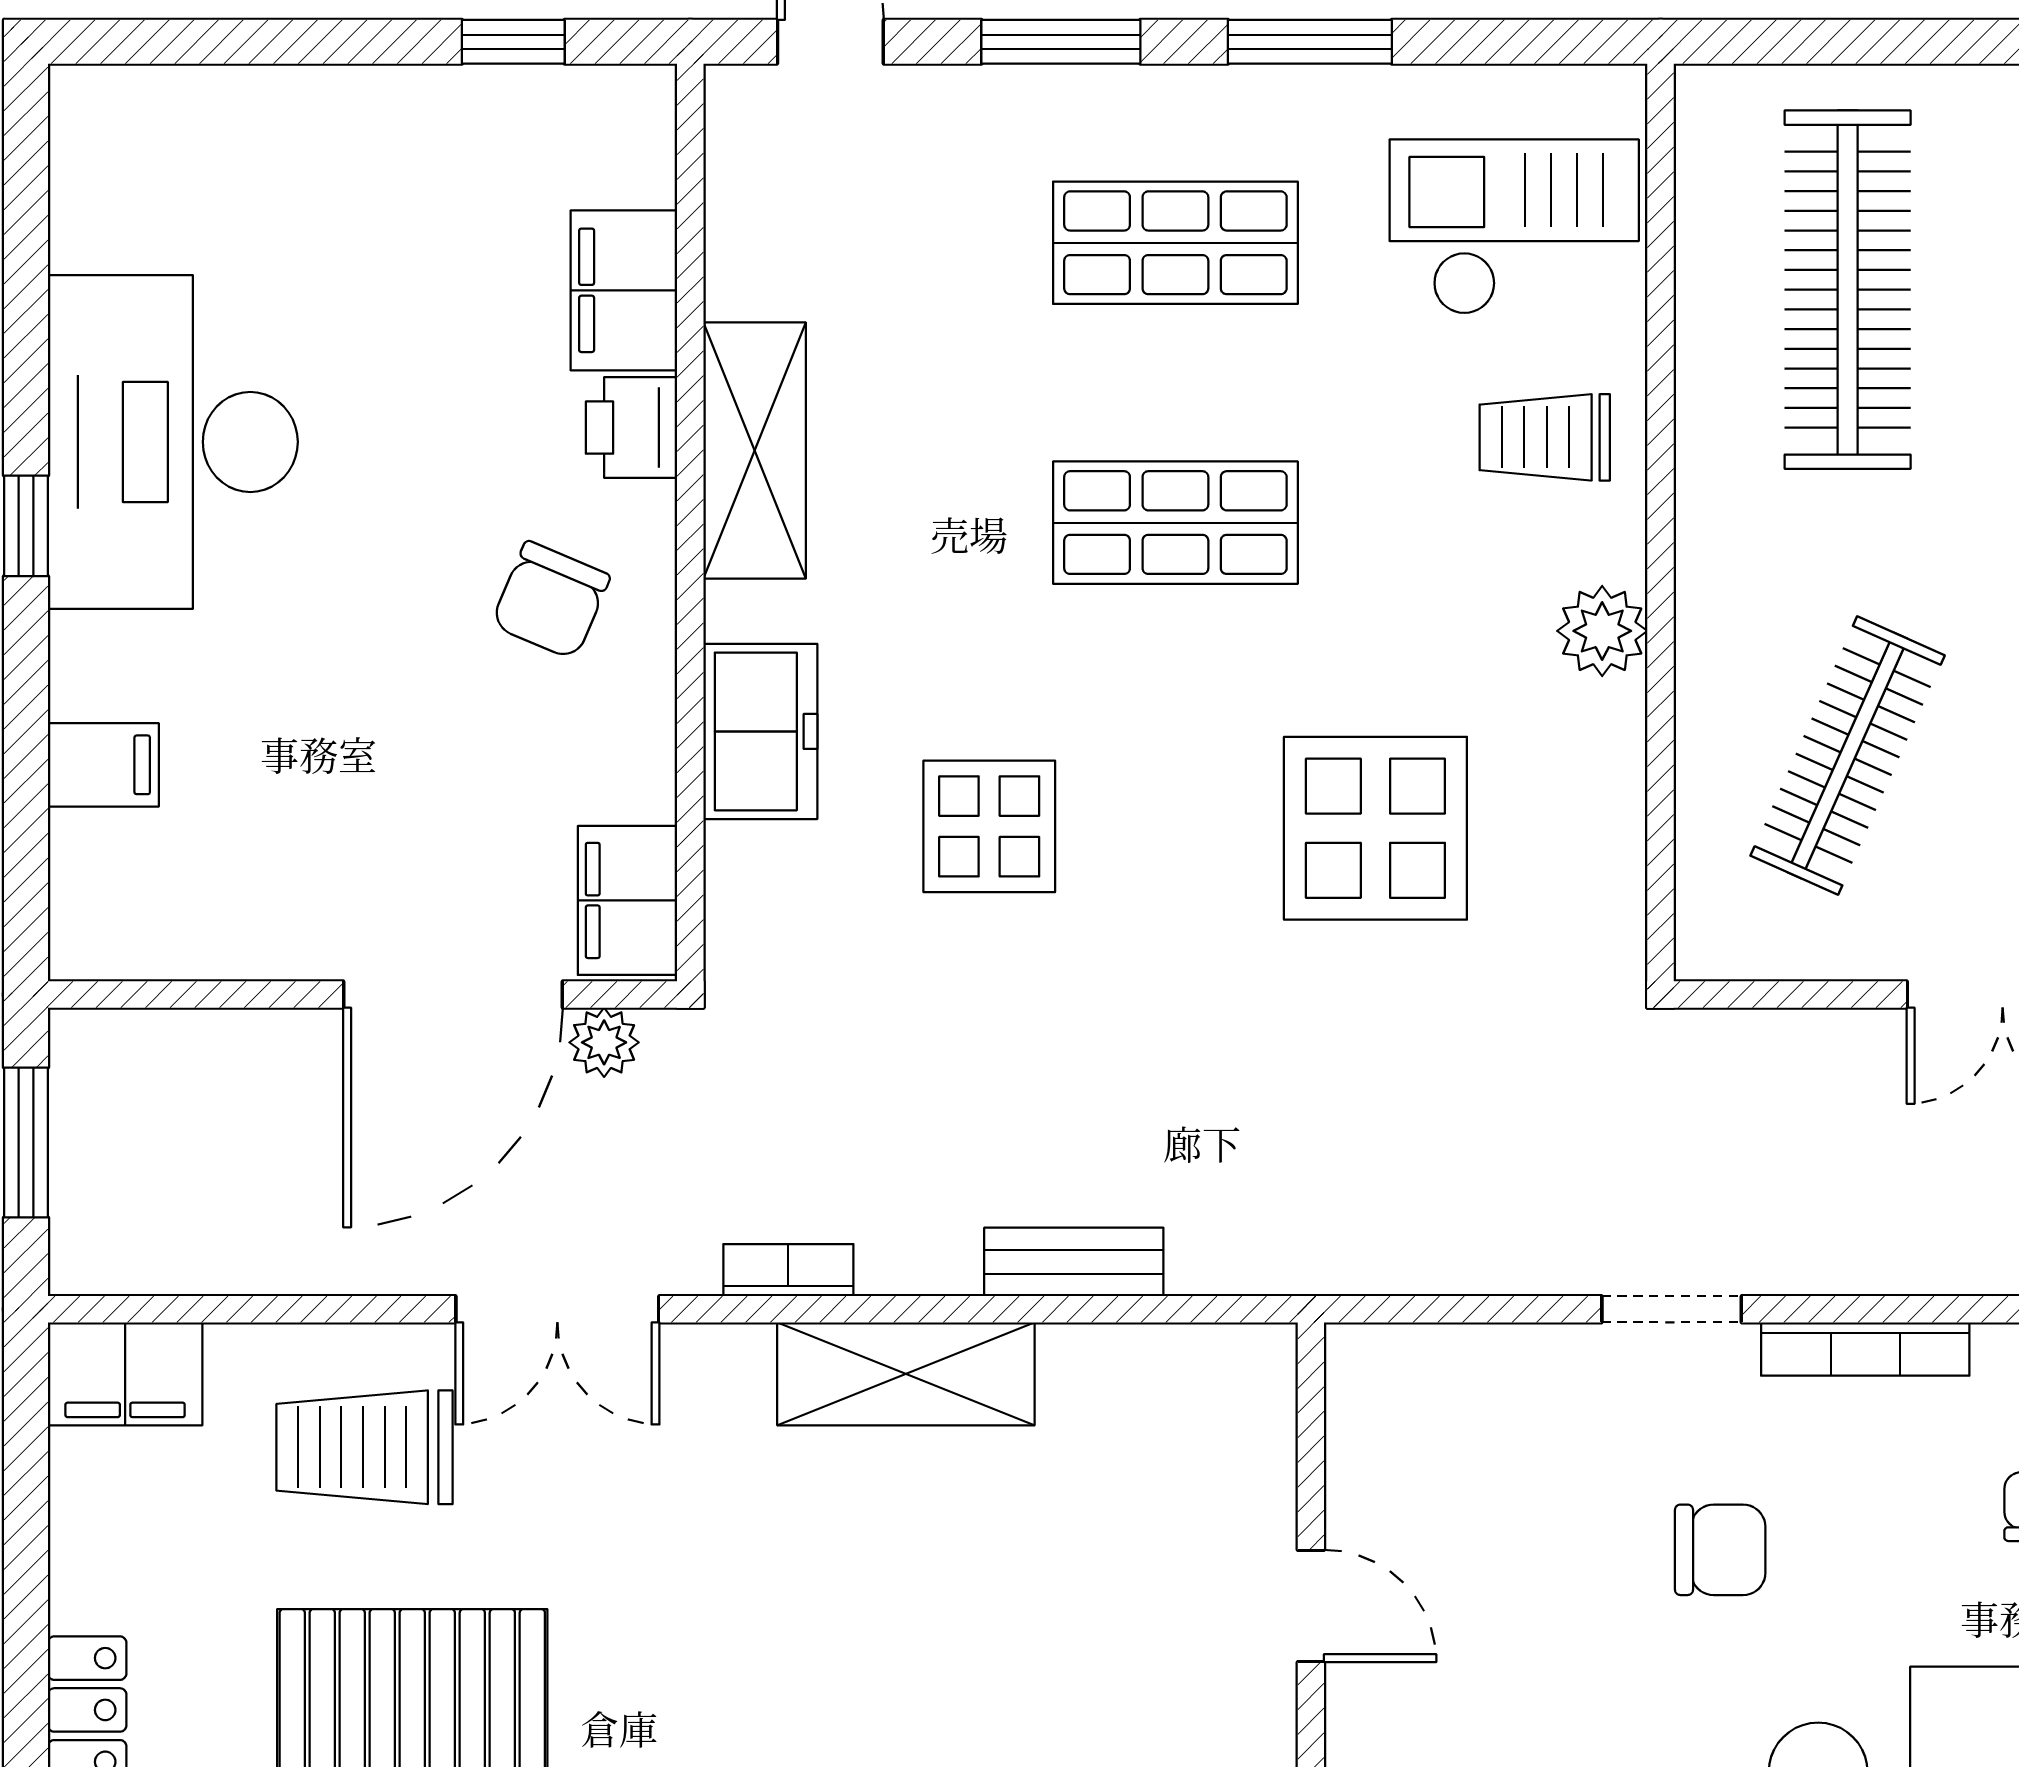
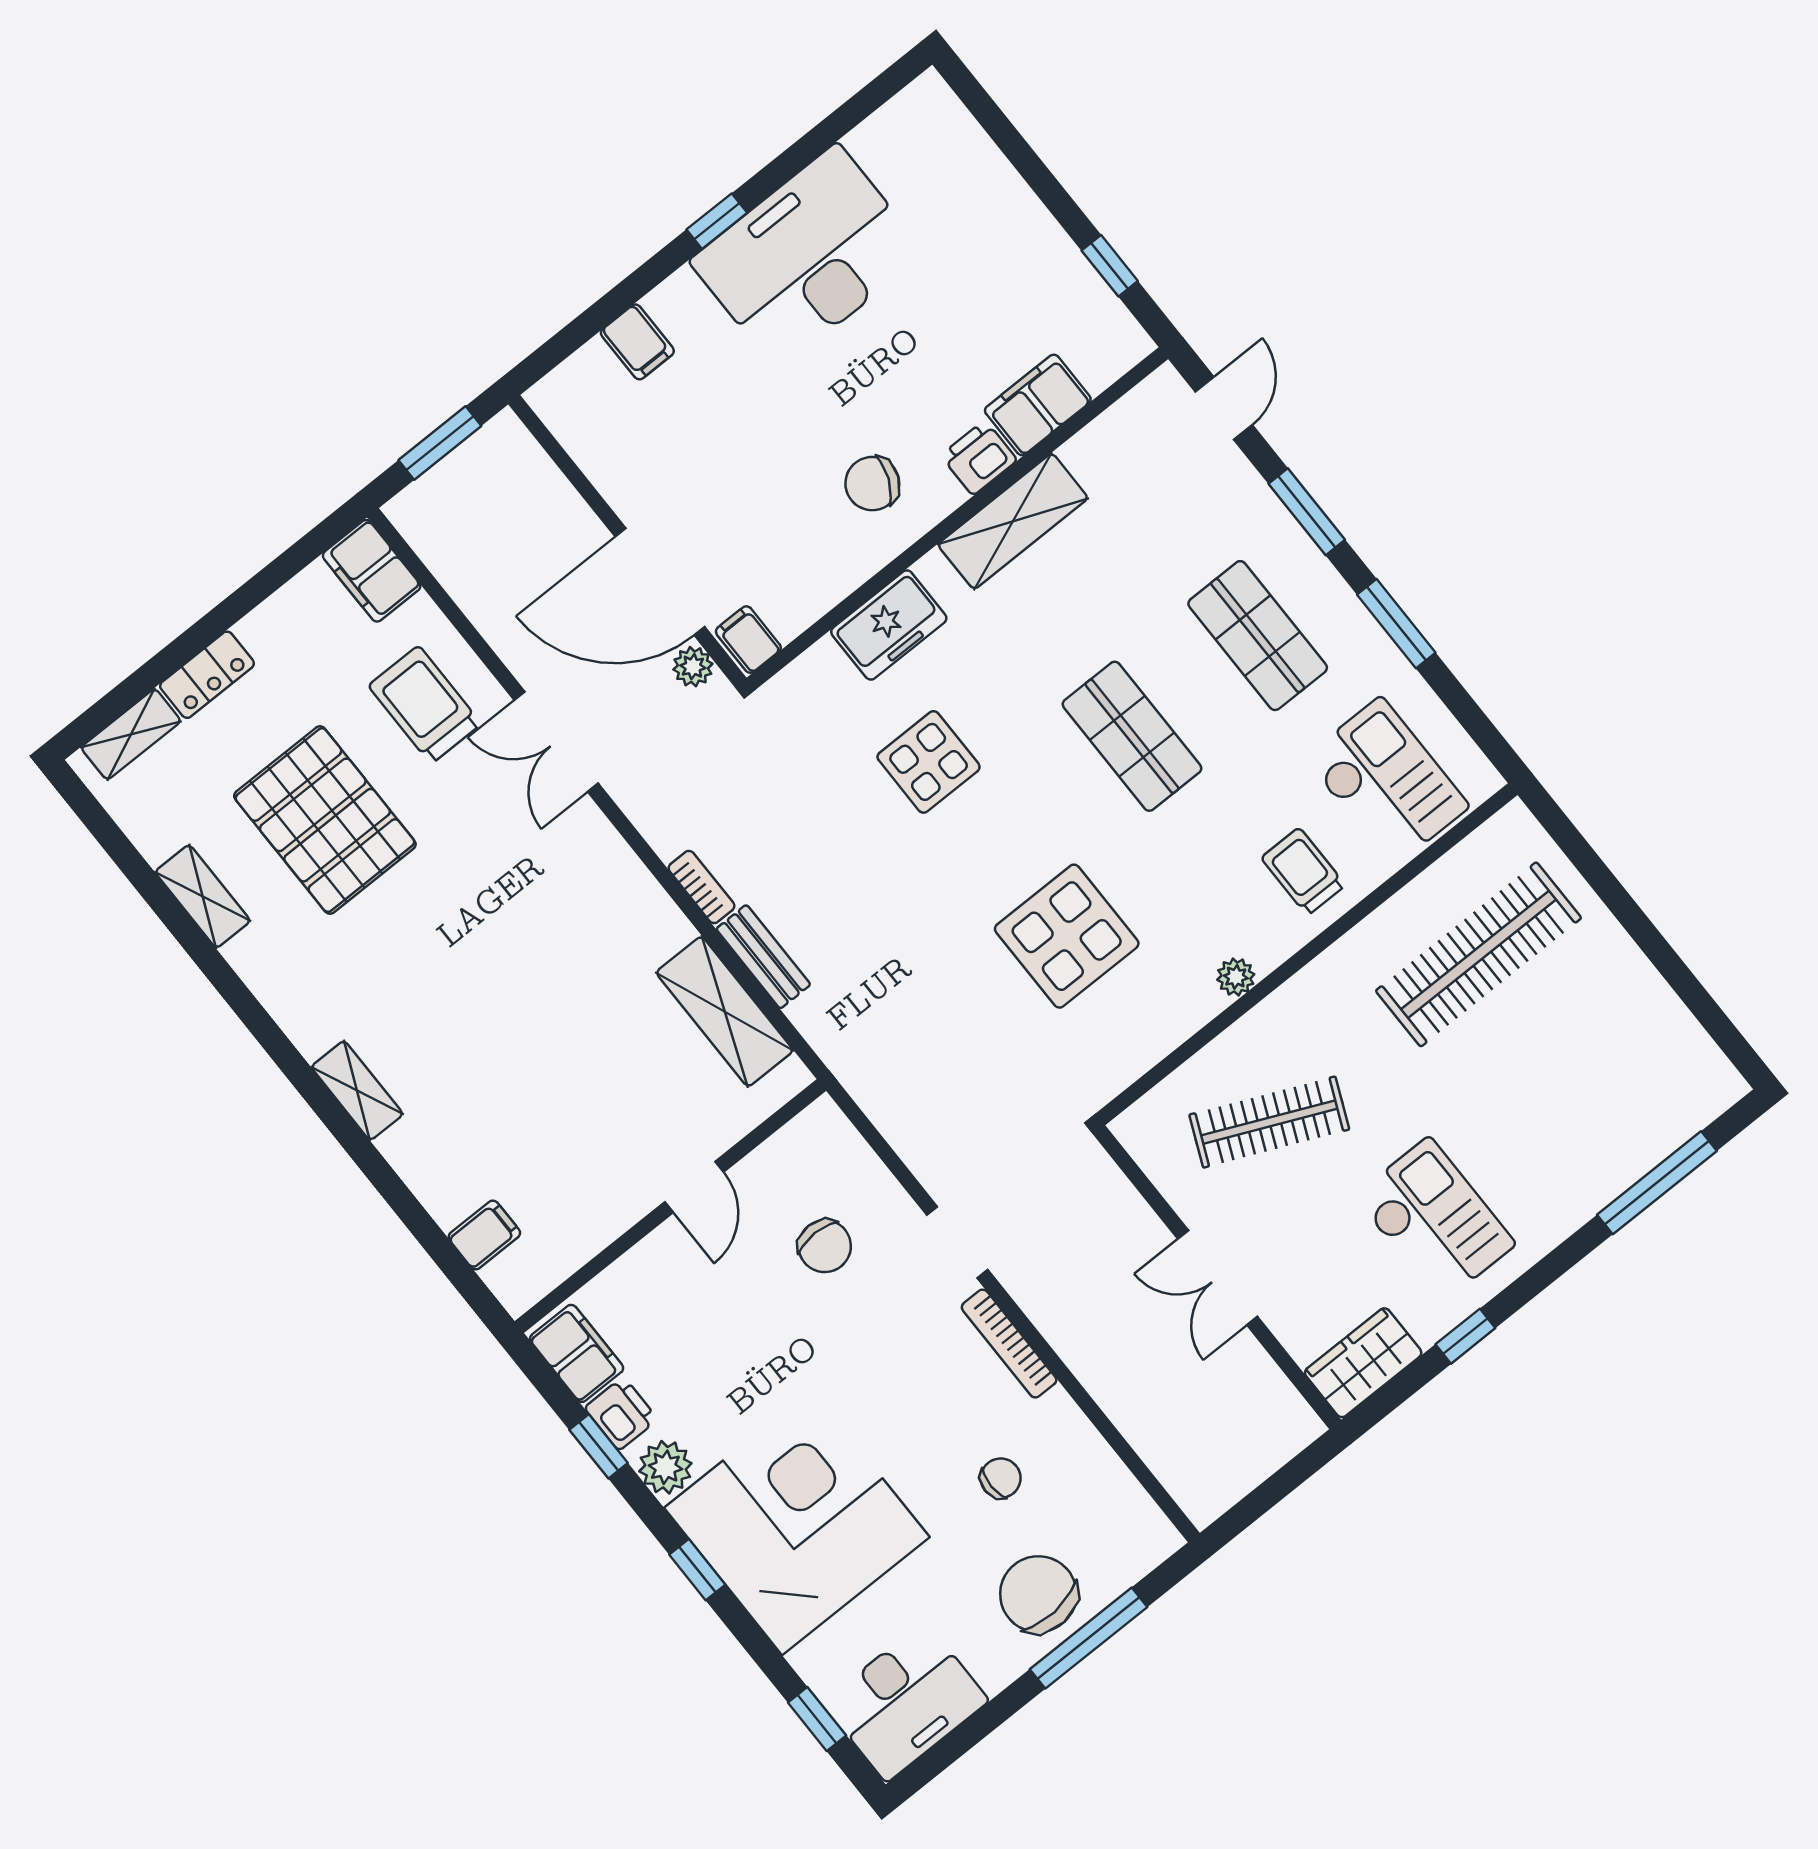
plant: (1602, 631) -> (1236, 977), width x0.73, depth x0.73
filing cabinet: (627, 900) -> (748, 640), width x0.50
bookcase: (788, 1270) -> (701, 887), moved
shelving: (906, 1374) -> (725, 1012), moved
chair: (1720, 1550) -> (825, 1246), moved

